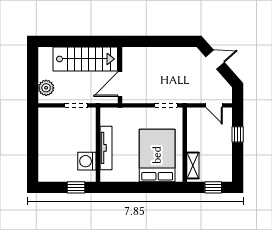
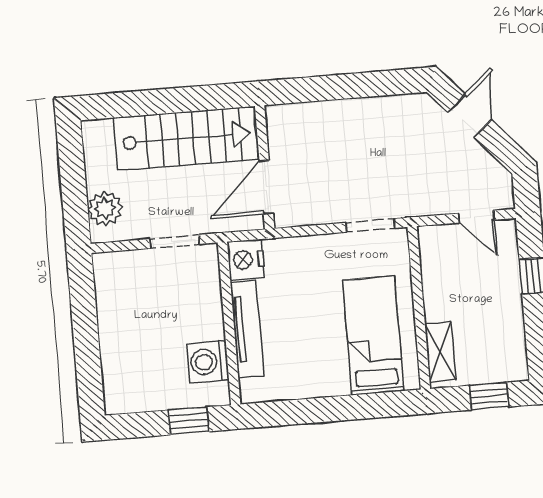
door: (215, 59) -> (470, 116), hinge flipped
nightstand: (108, 116) -> (246, 260), added
bed: (157, 155) -> (373, 336), width x0.67

